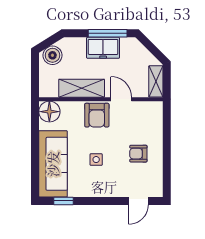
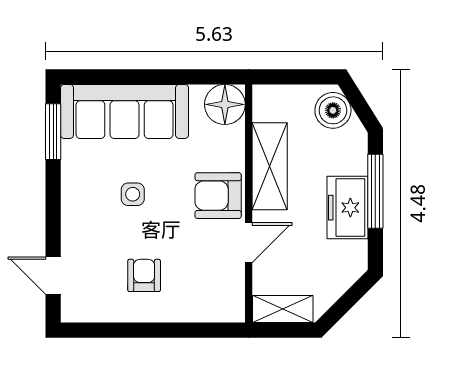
window: (108, 33) -> (375, 191), moved
window: (64, 201) -> (53, 132), width x1.50

